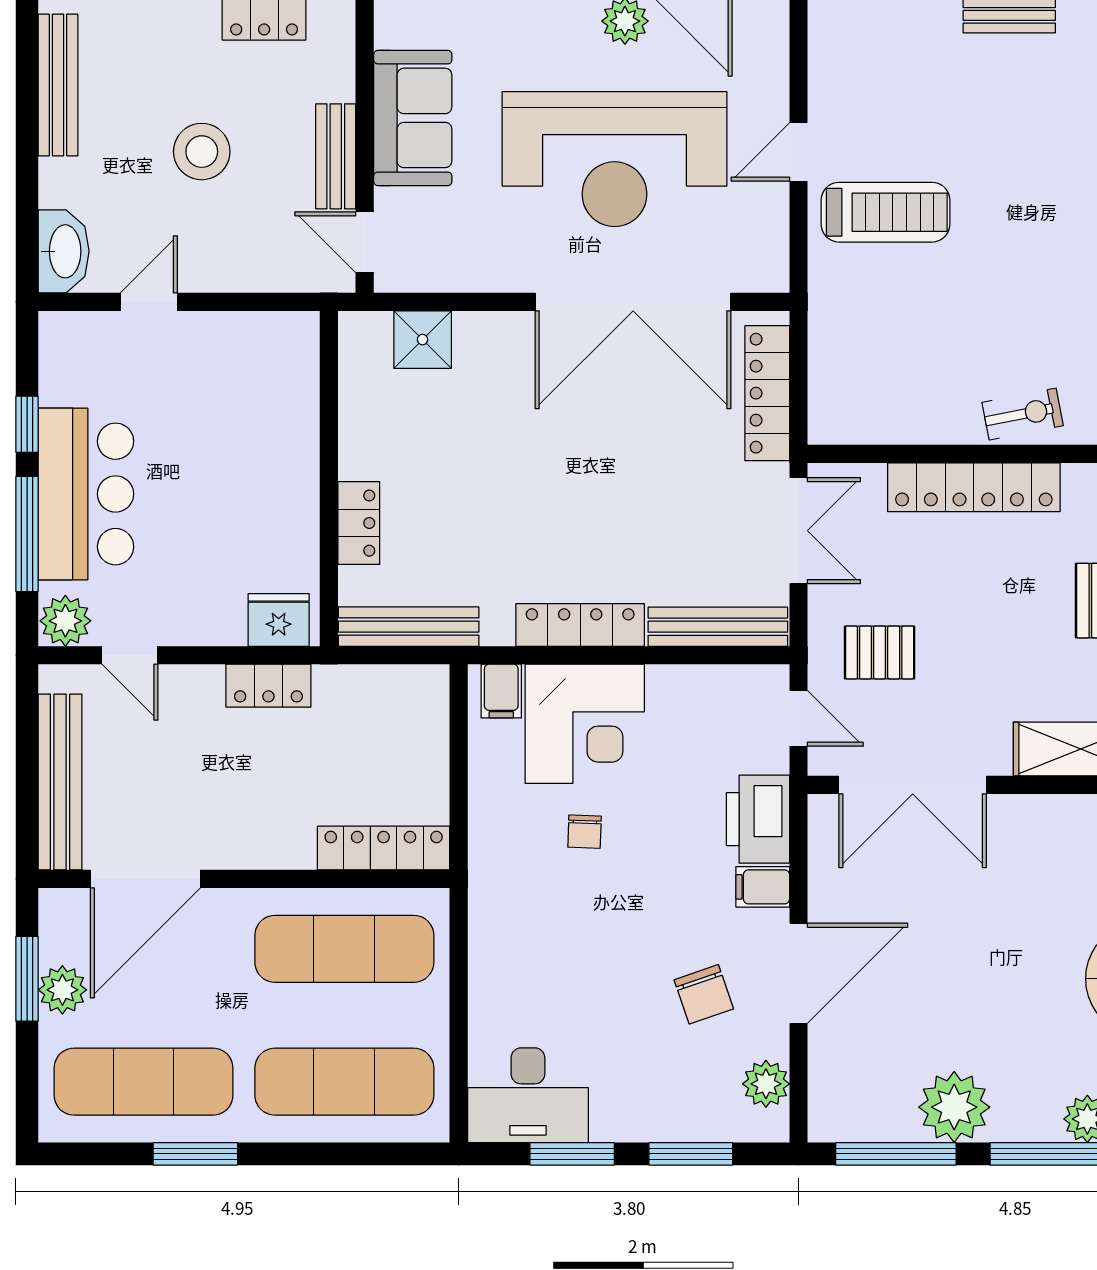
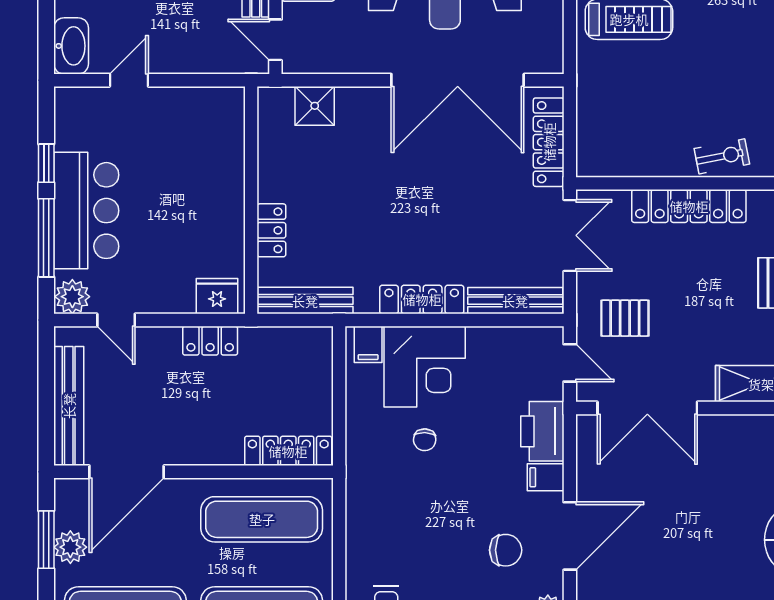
chair: (704, 994) -> (506, 550), turned -71

